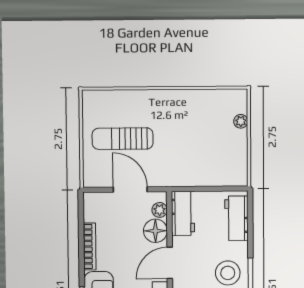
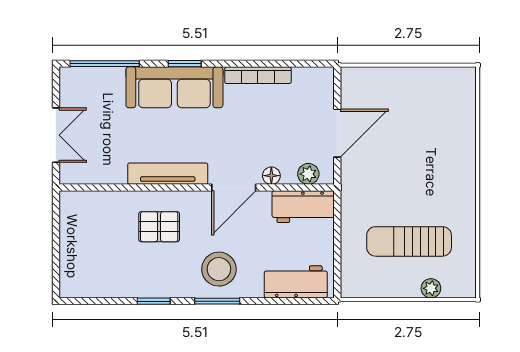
sun lounger: (123, 139) -> (409, 241), moved, turned -90
floor lamp: (155, 231) -> (271, 176), width x0.53, depth x0.53
door: (170, 263) -> (234, 188), swing flipped

